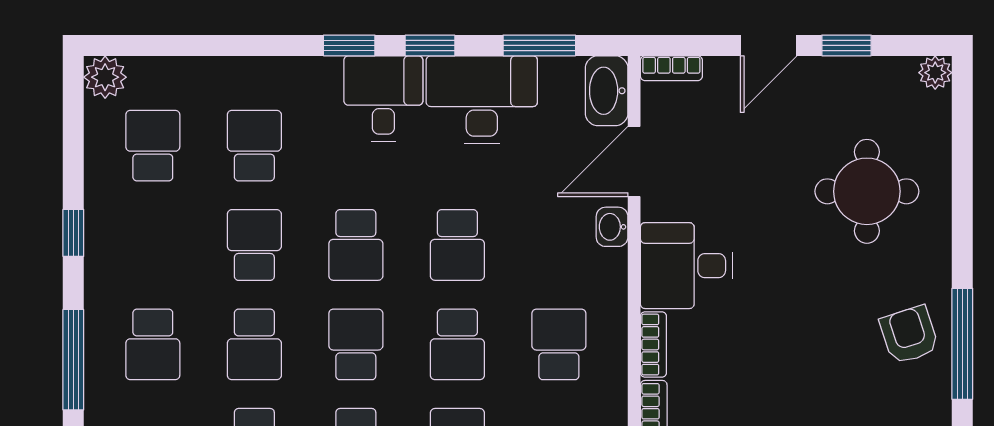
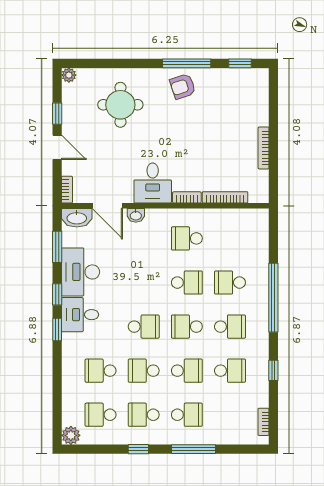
school desk: (457, 245) -> (144, 415), moved, turned 180

